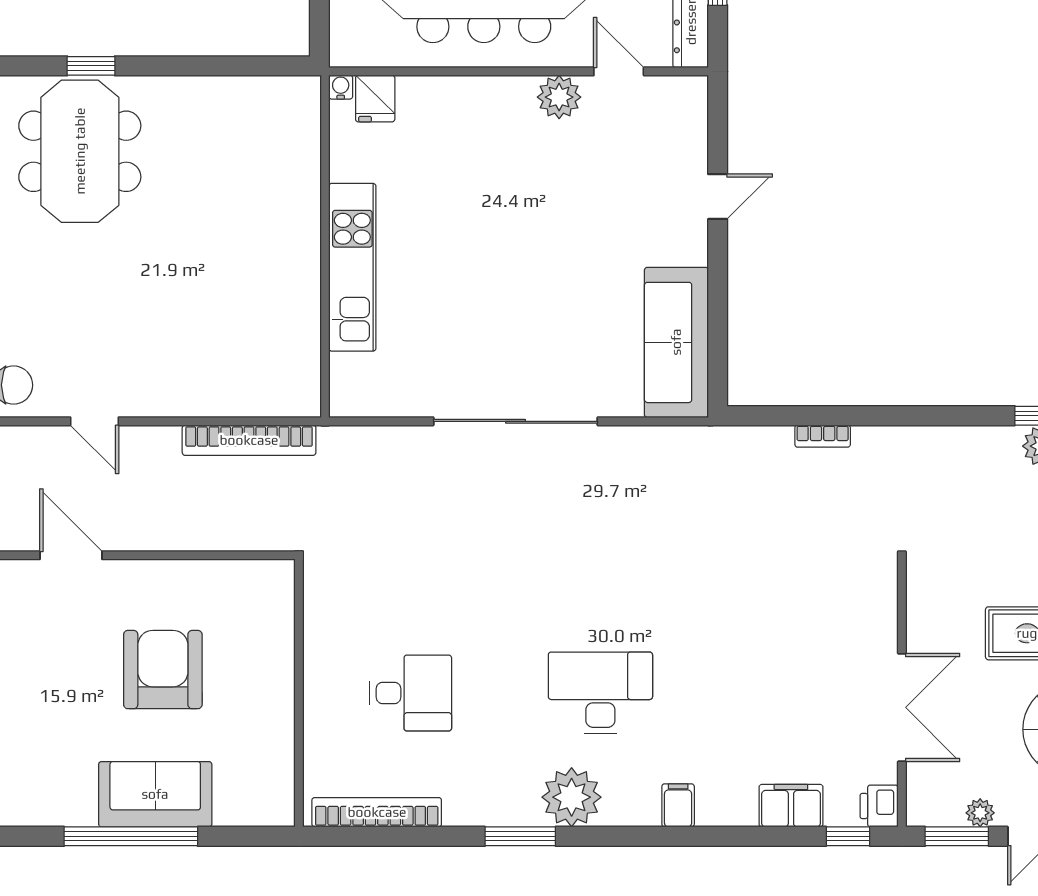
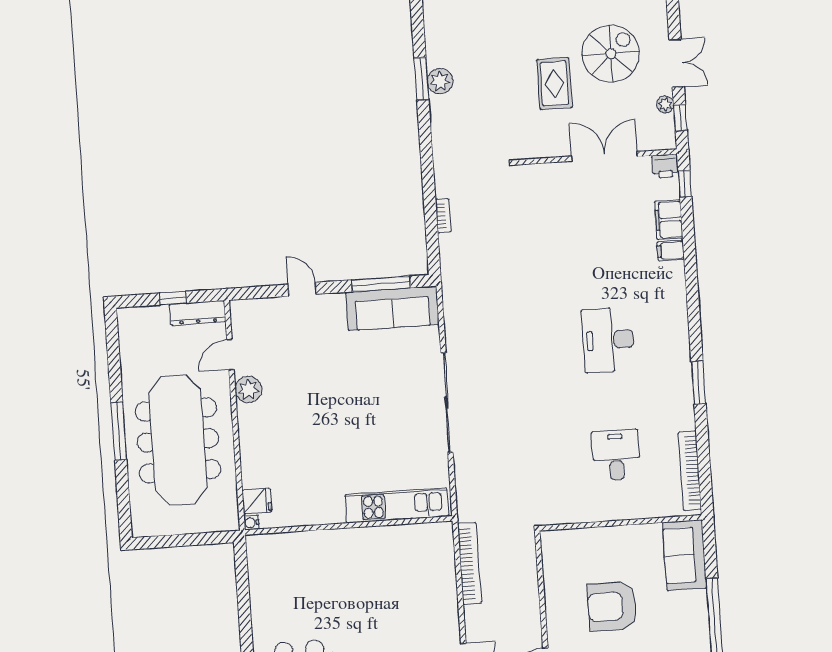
kitchen unit: (352, 267) -> (397, 505), moved
window: (718, 326) -> (381, 284), added
sofa: (155, 794) -> (685, 555), moved
plant: (572, 797) -> (673, 353), removed
filing cabinet: (678, 805) -> (671, 251), moved
window: (957, 836) -> (680, 118), width x0.67

